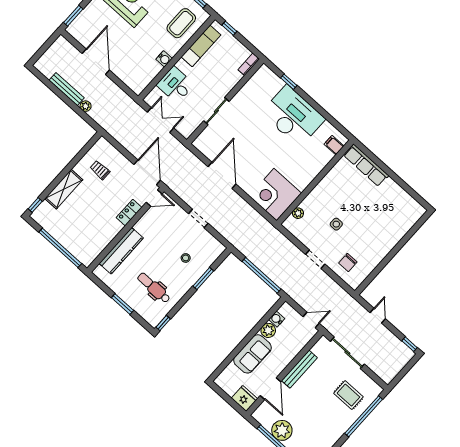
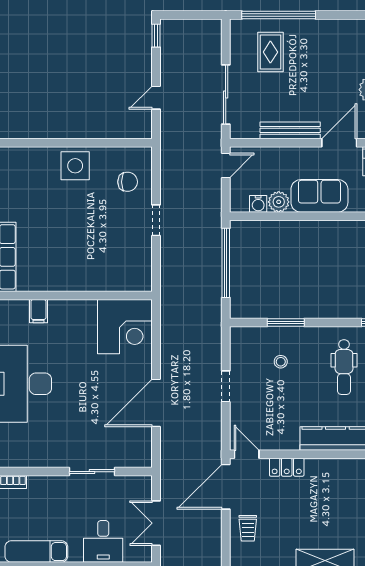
filing cabinet: (334, 145) -> (38, 311), moved
trolley: (100, 170) -> (248, 528), moved
plant: (298, 213) -> (123, 284), removed
side table: (336, 224) -> (75, 166), moved, width x1.87, depth x1.87
door: (311, 320) -> (226, 166), swing flipped

